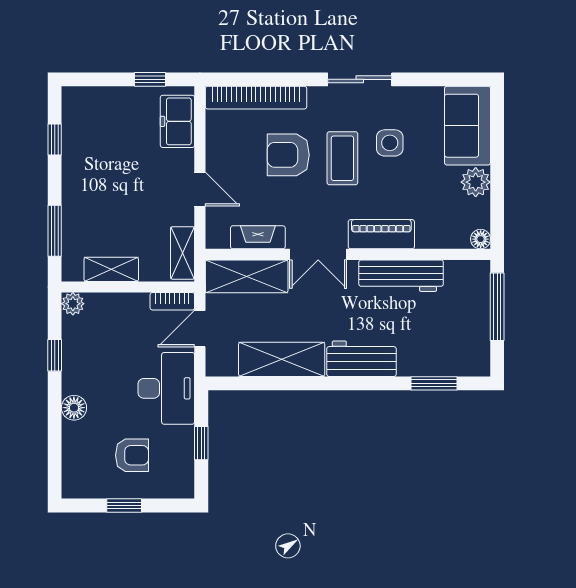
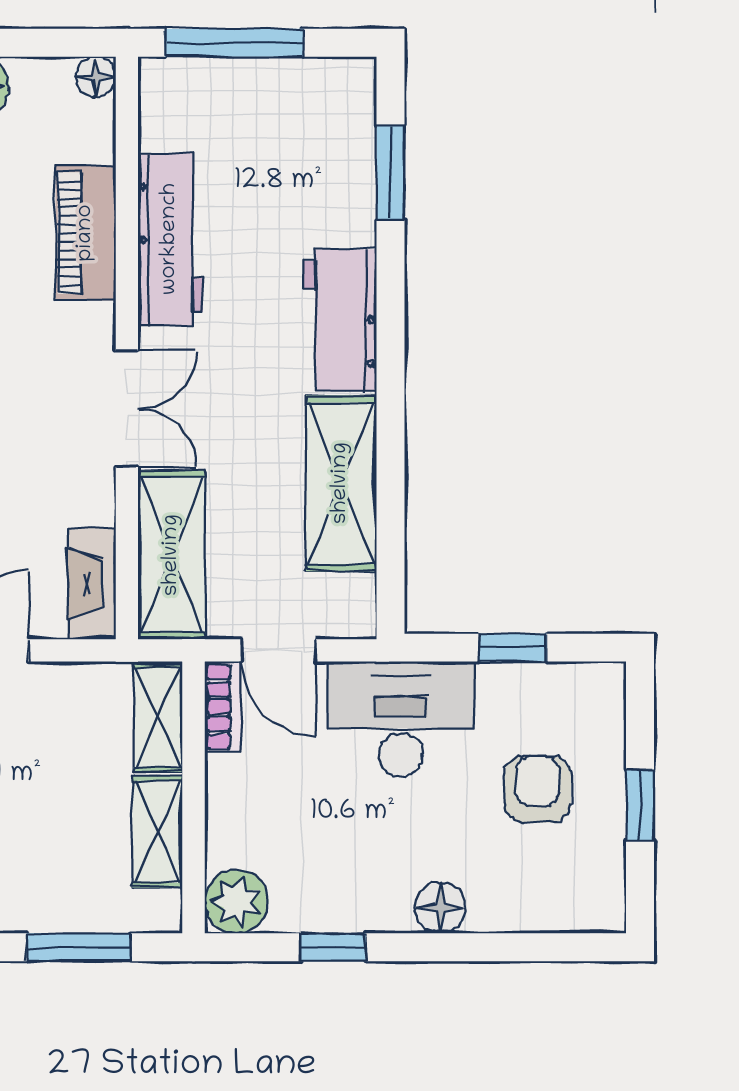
piano: (381, 234) -> (86, 233), moved
fireplace: (258, 237) -> (92, 584), moved
shelving: (183, 253) -> (158, 718), moved, turned 90
plant: (73, 304) -> (236, 901), width x1.38, depth x1.38

